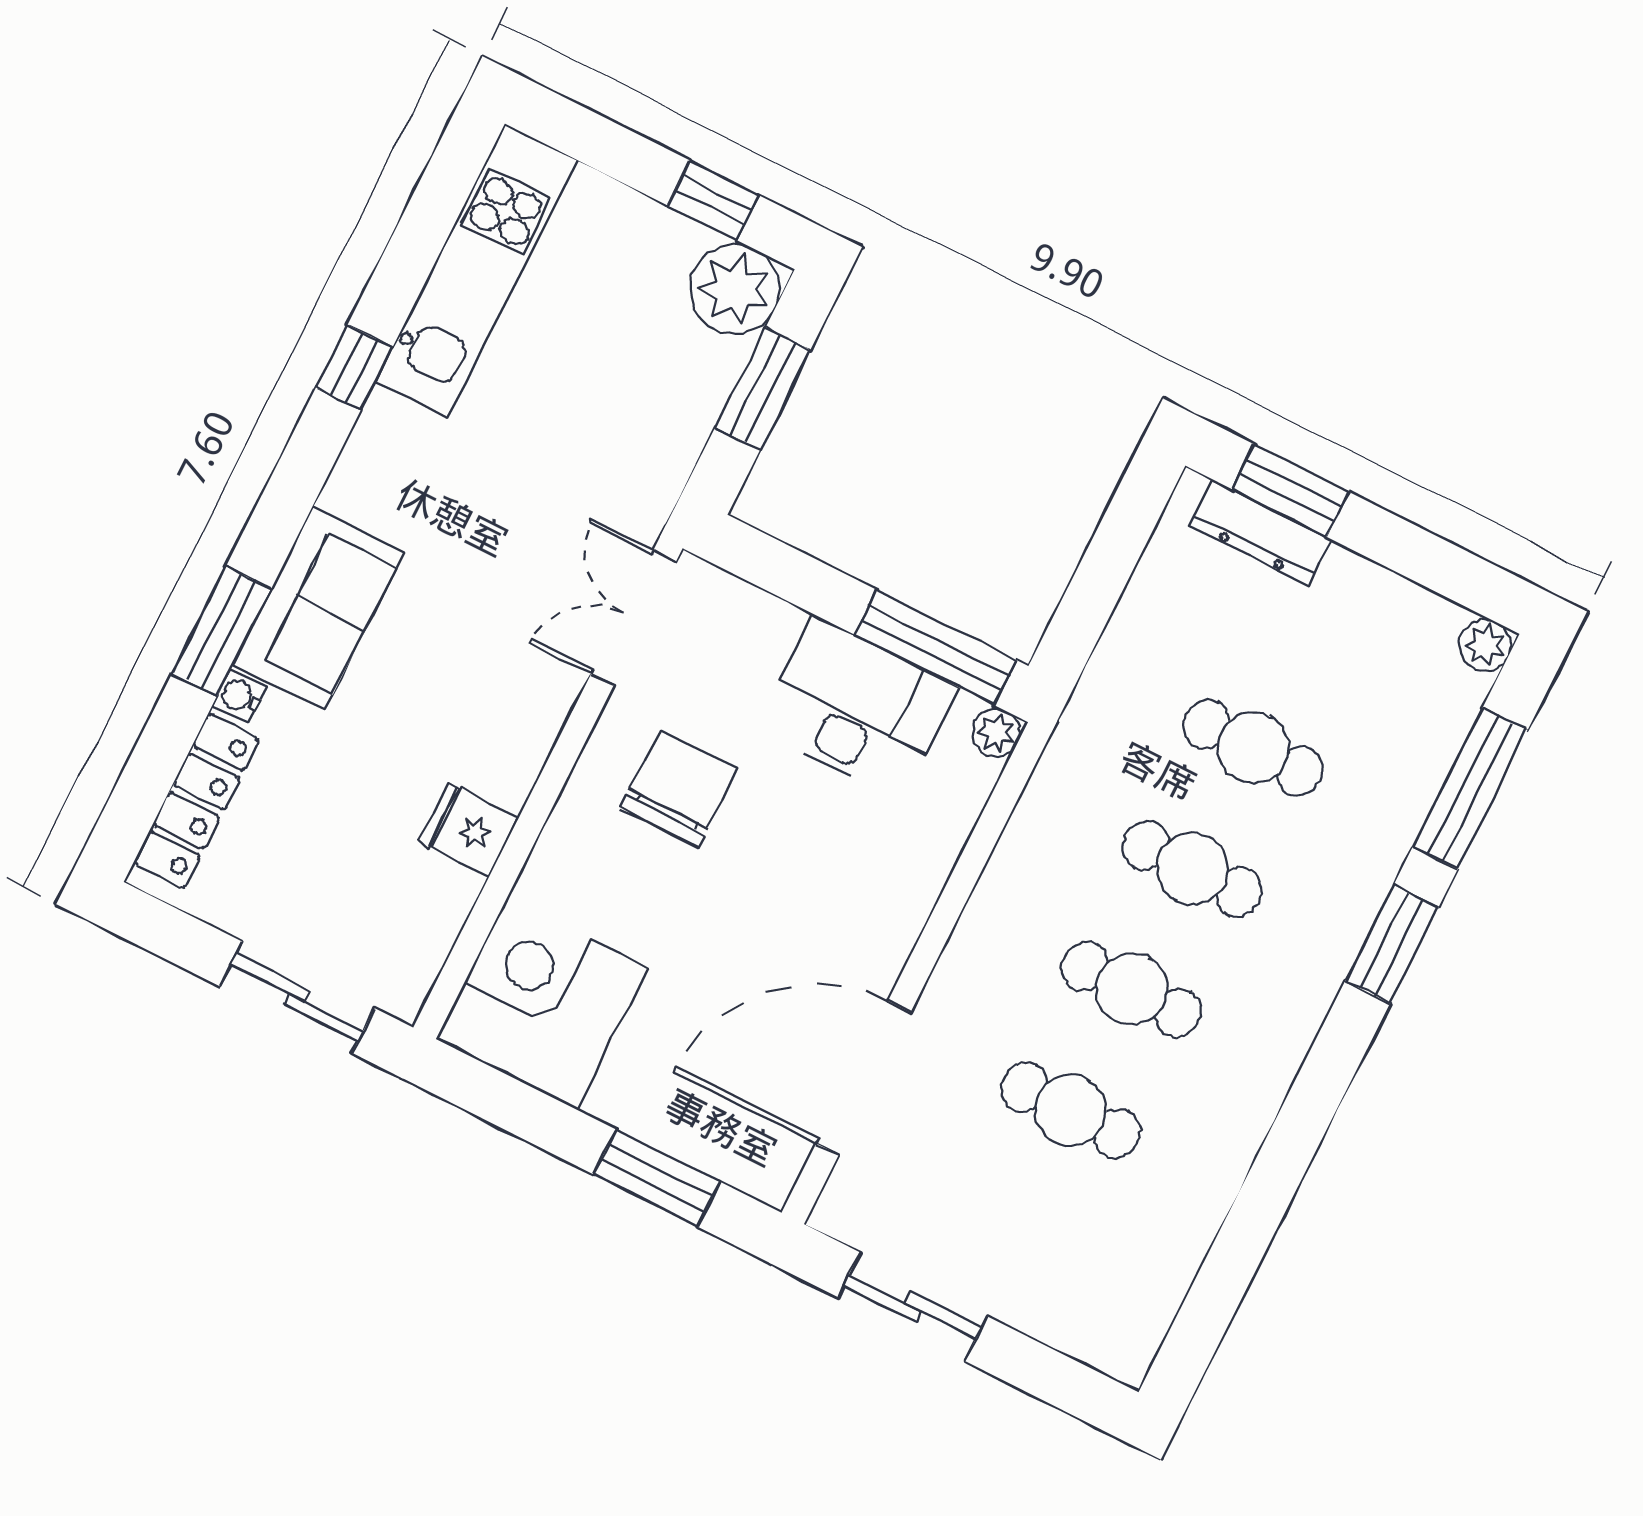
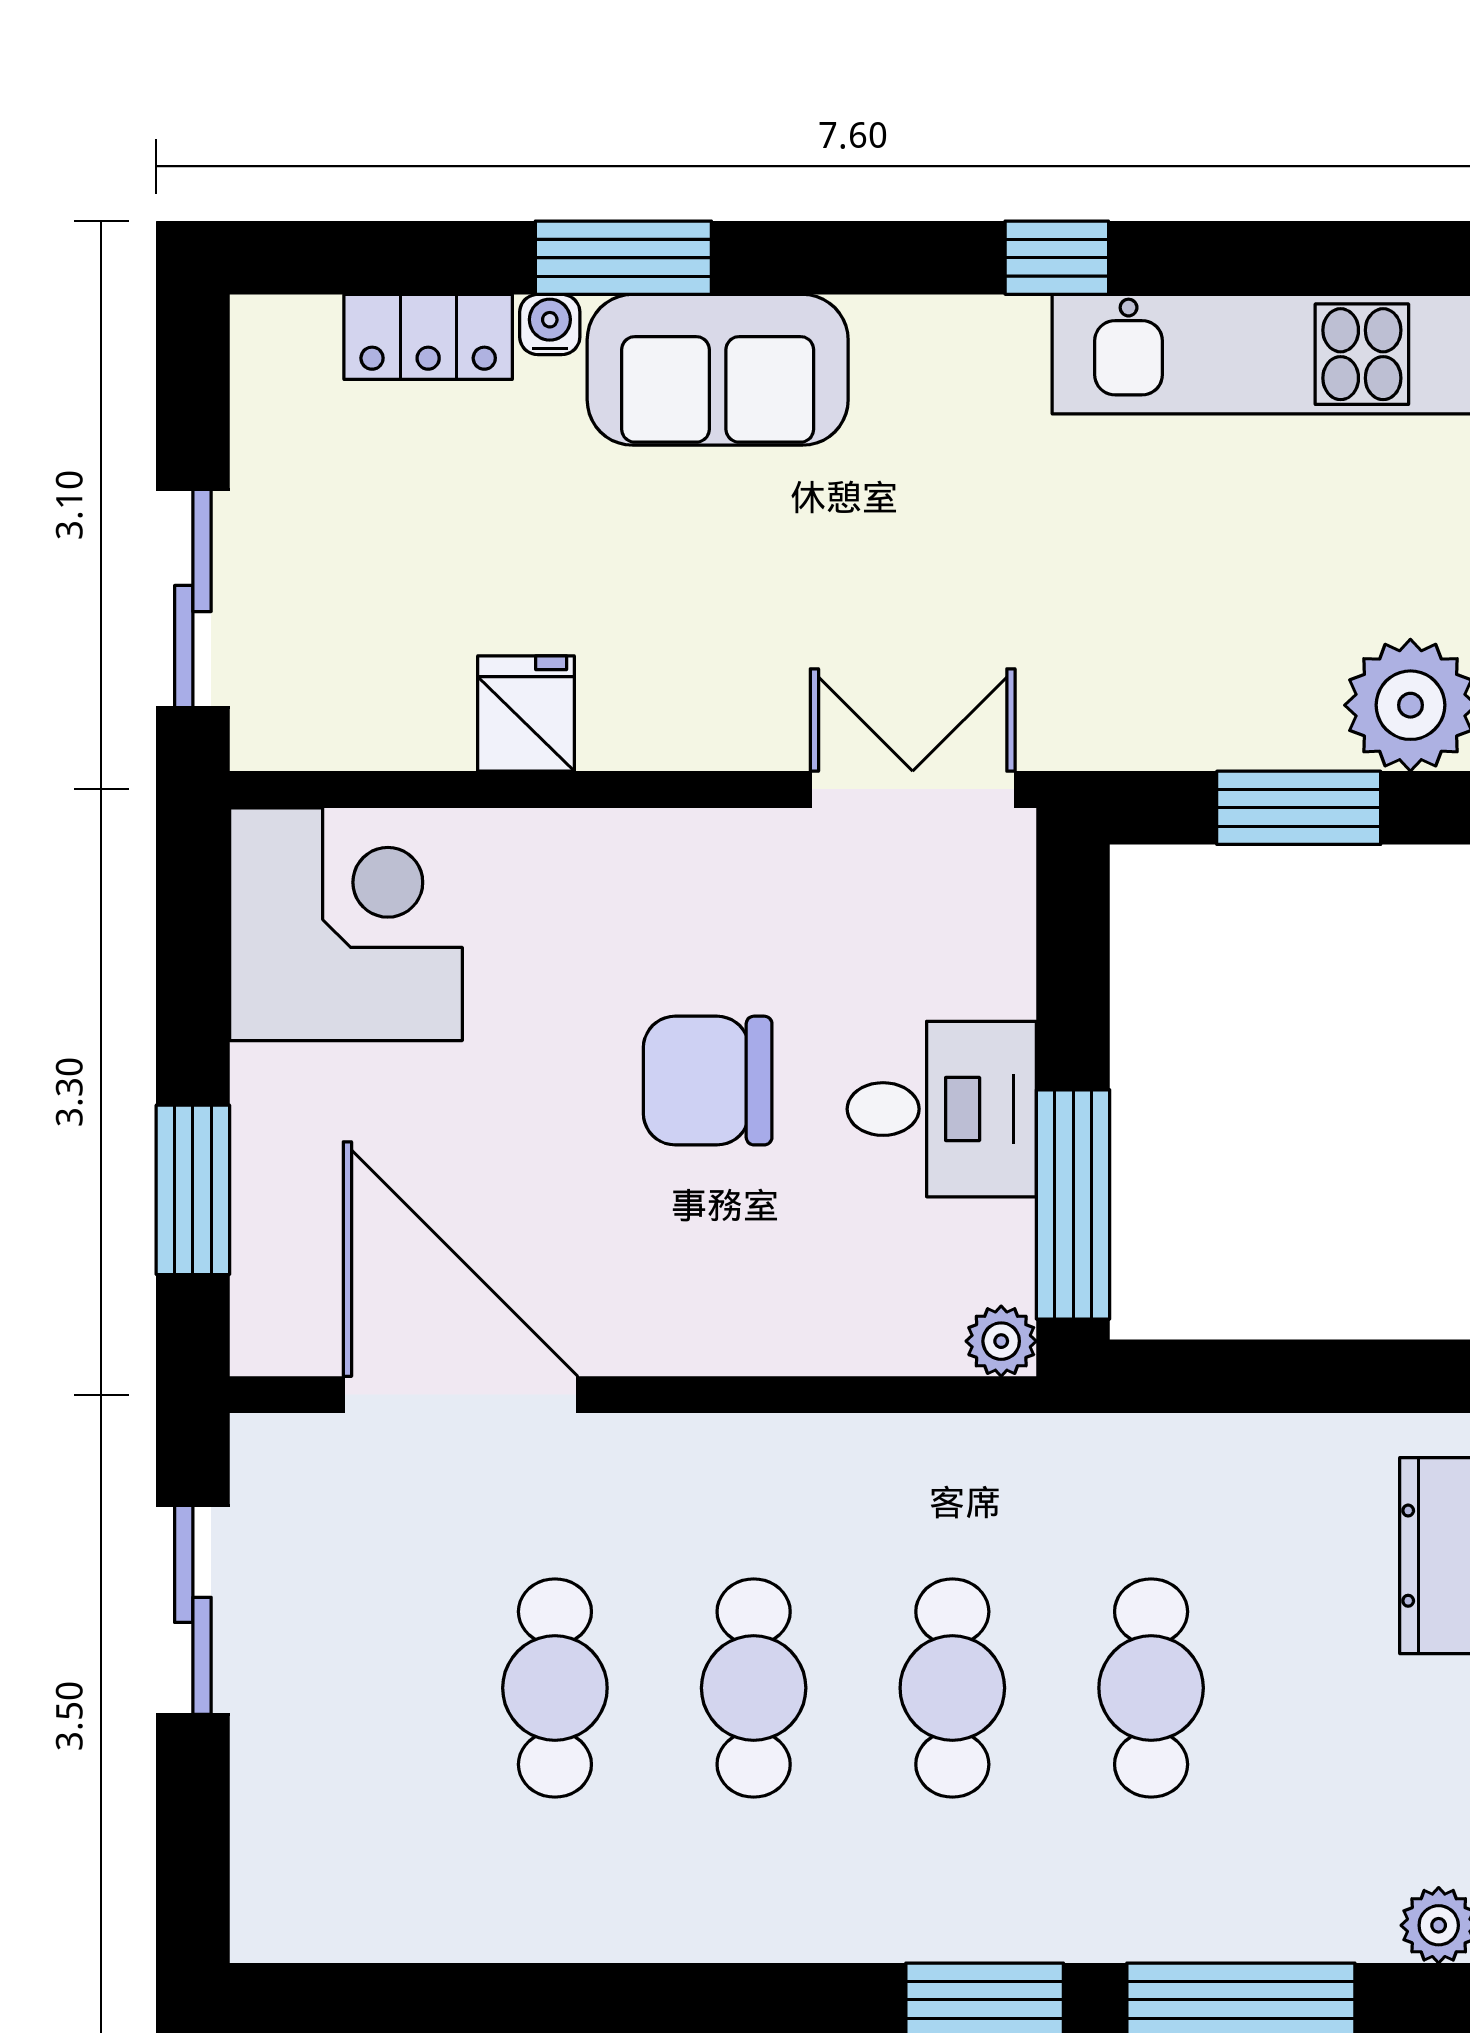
desk: (857, 708) -> (942, 1109), width x0.73
chair: (679, 789) -> (708, 1081), moved, turned 180
locker: (196, 801) -> (428, 337), width x0.66

